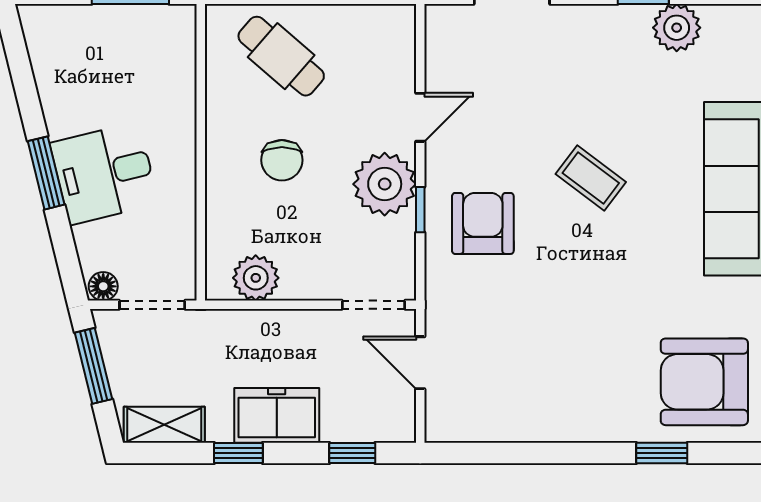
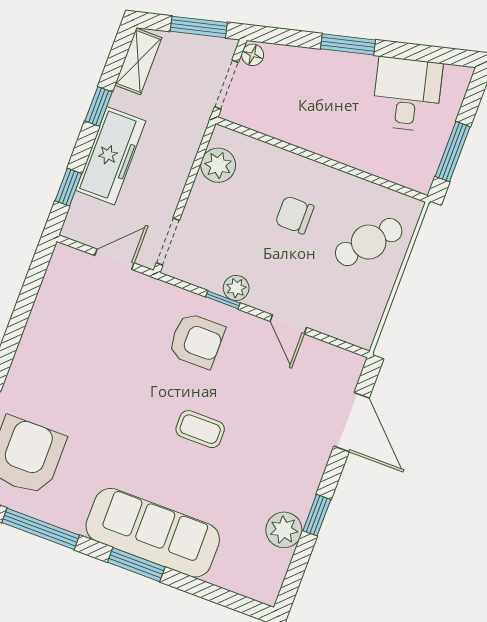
desk: (104, 173) -> (407, 94), moved
coffee table: (591, 178) -> (200, 429), turned 53
plant: (385, 184) -> (236, 288), width x0.53, depth x0.53
freezer: (277, 415) -> (111, 156), width x1.40

